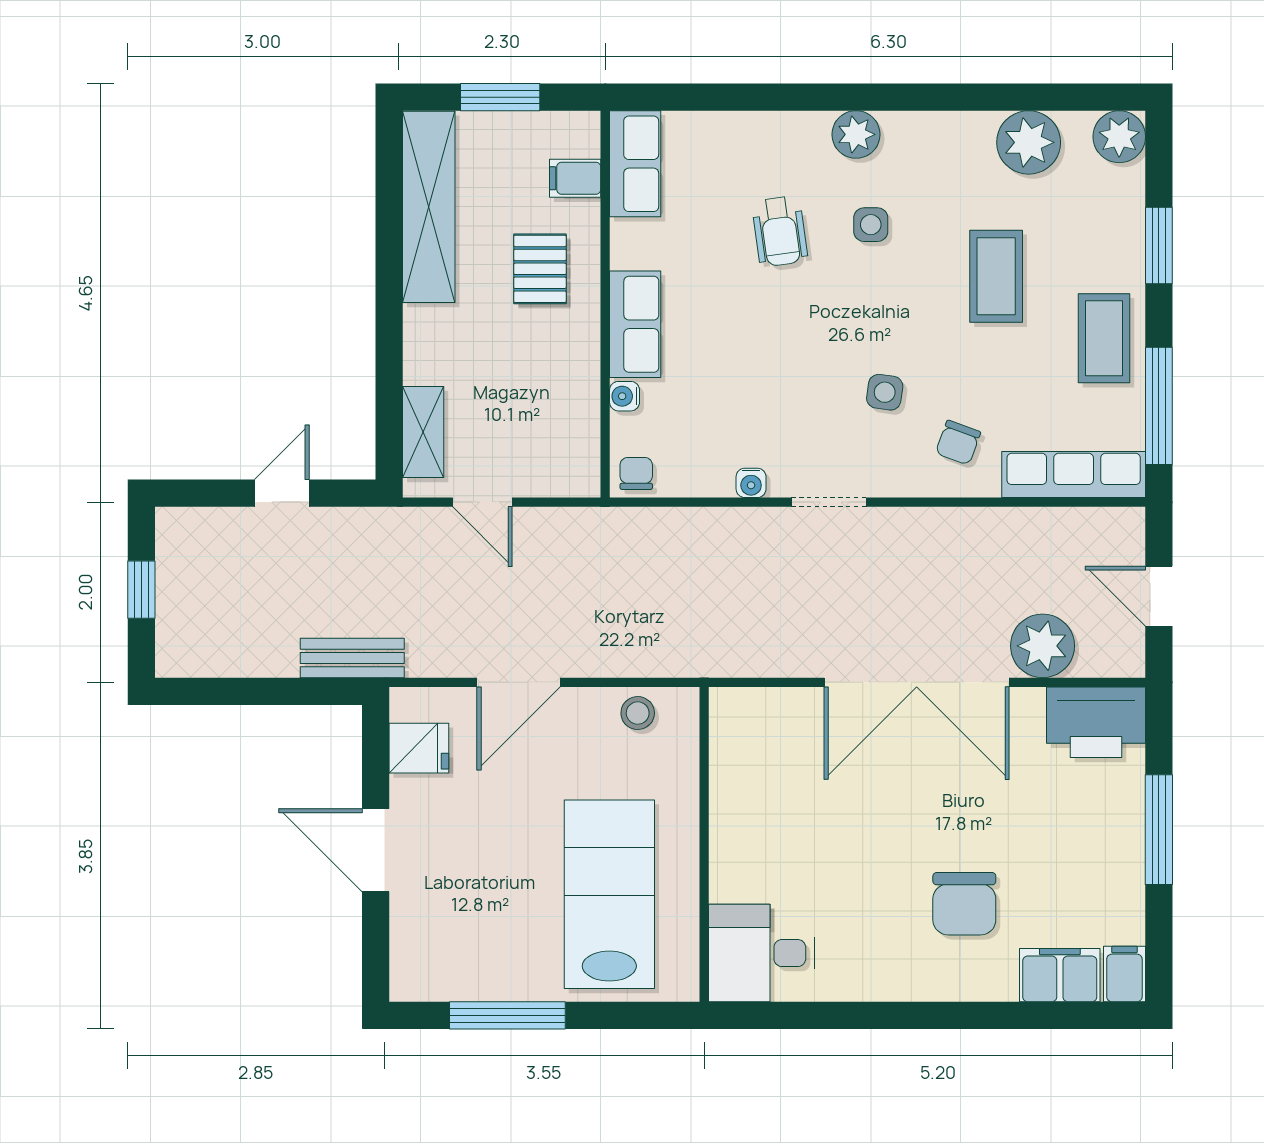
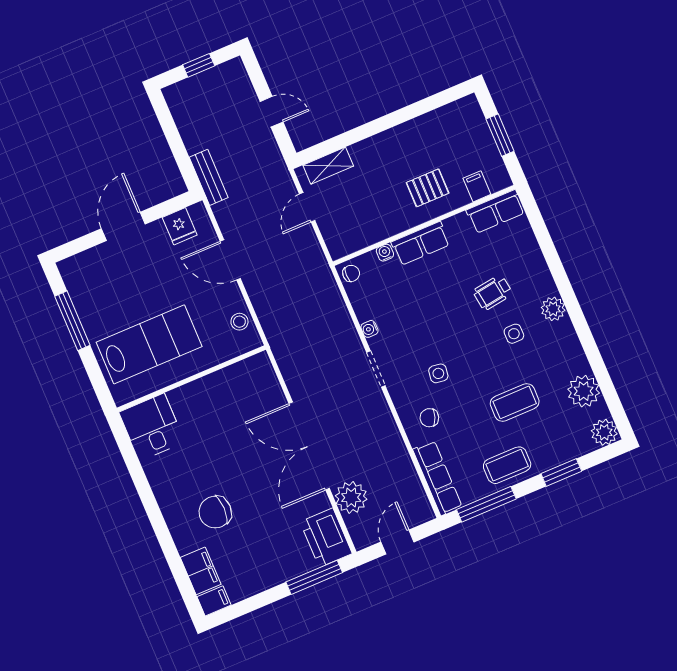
shelving: (429, 207) -> (434, 124), removed
window: (1159, 830) -> (314, 577), moved

